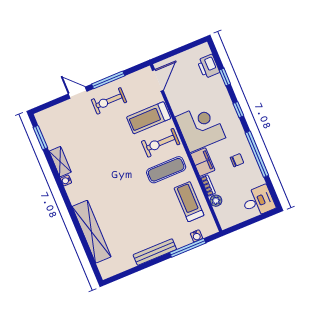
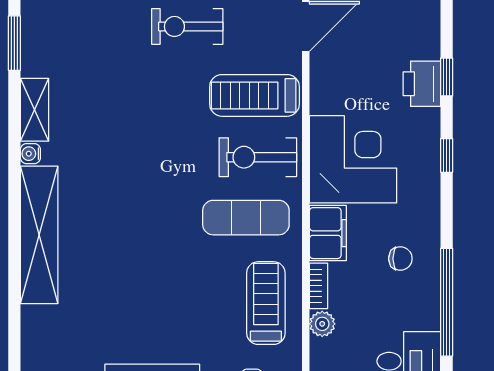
printer: (208, 66) -> (422, 84), moved
window: (257, 154) -> (447, 302), moved
shelving: (92, 232) -> (39, 235), moved

